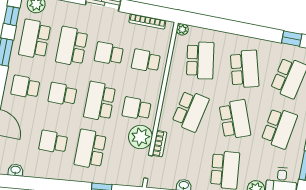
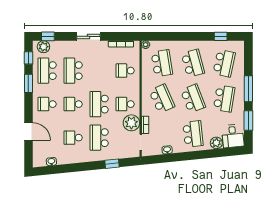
school desk: (109, 54) -> (99, 71), removed
school desk: (190, 111) -> (162, 99), turned -36

